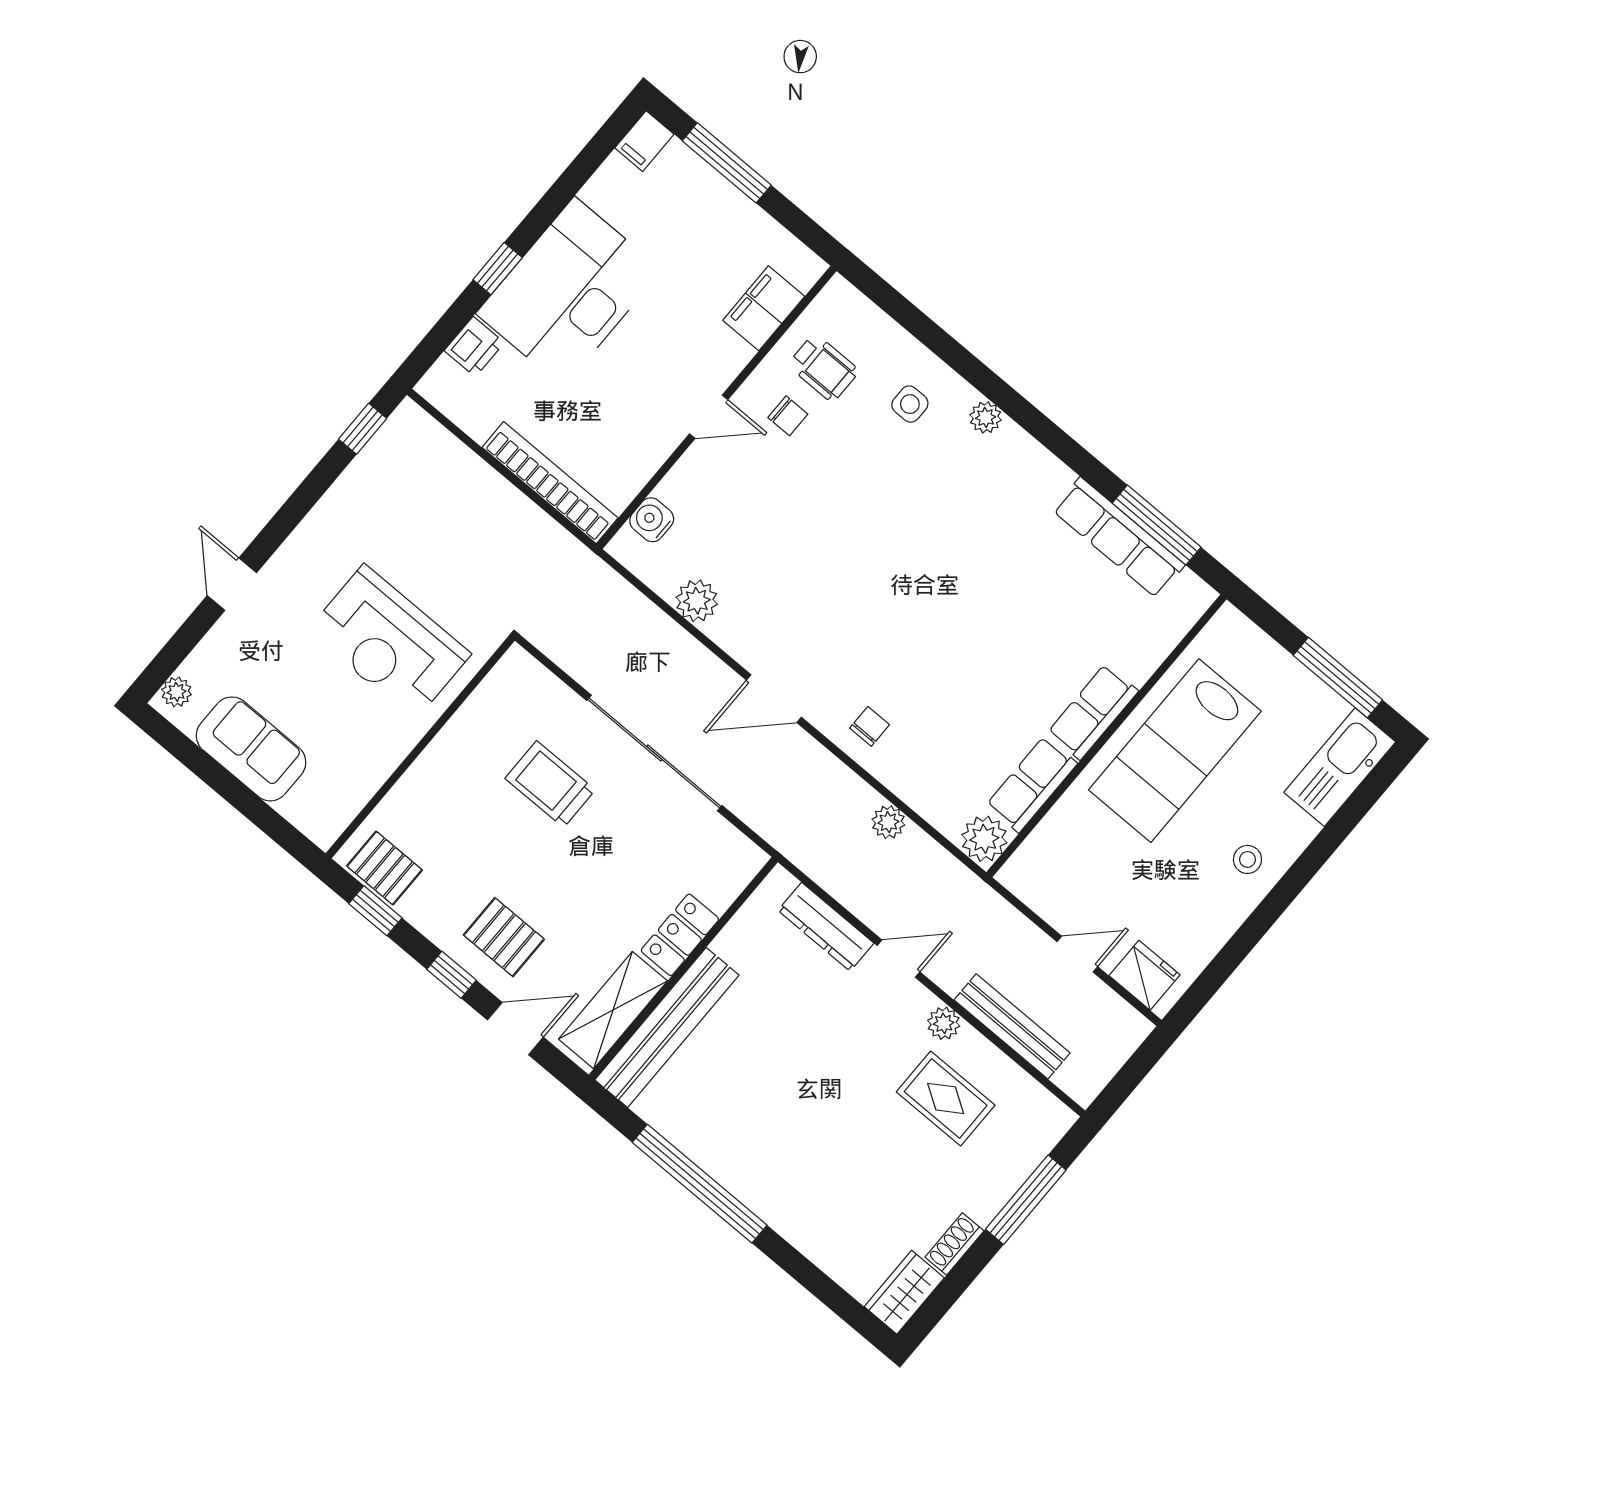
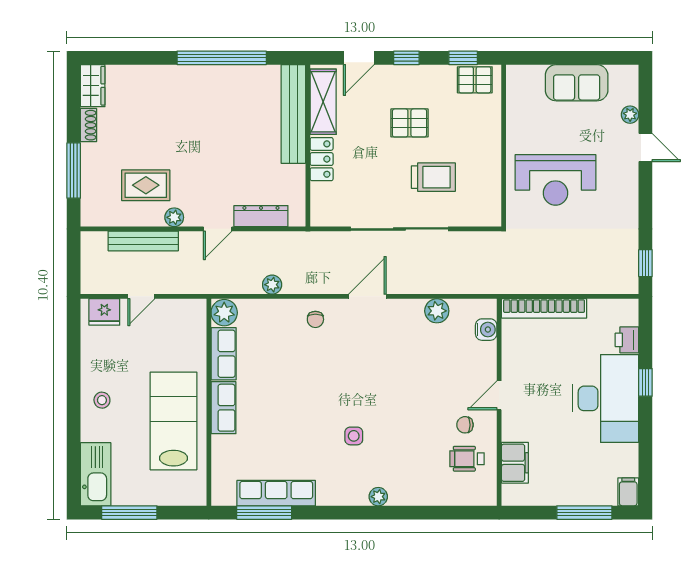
side table: (910, 404) -> (354, 436), moved
reception desk: (389, 642) -> (555, 180), turned 180
plant: (176, 692) -> (630, 115), moved
pallet: (504, 937) -> (409, 123), moved

